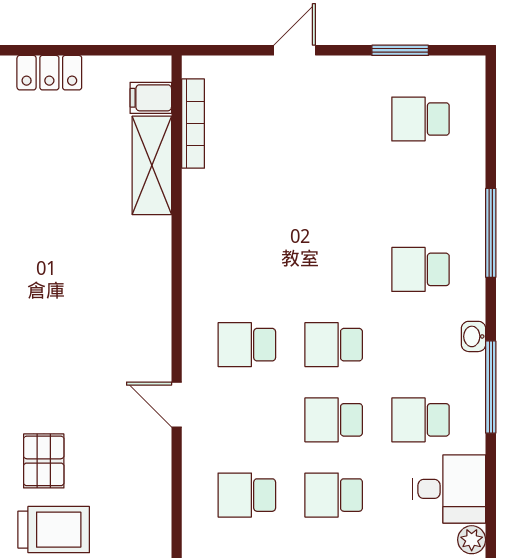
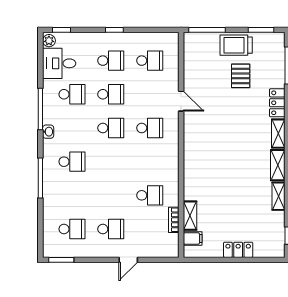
window: (400, 50) -> (61, 260), moved
school desk: (334, 119) -> (111, 229), added
bookcase: (193, 124) -> (174, 220), width x0.64
shelving: (152, 165) -> (190, 216), width x0.67, depth x0.75
school desk: (247, 194) -> (150, 195), added

